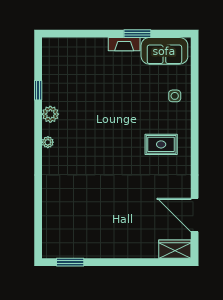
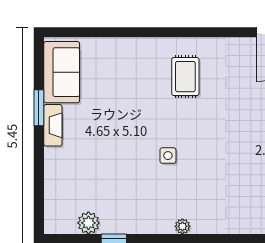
side table: (175, 96) -> (168, 156), moved
plant: (50, 114) -> (88, 223), moved

